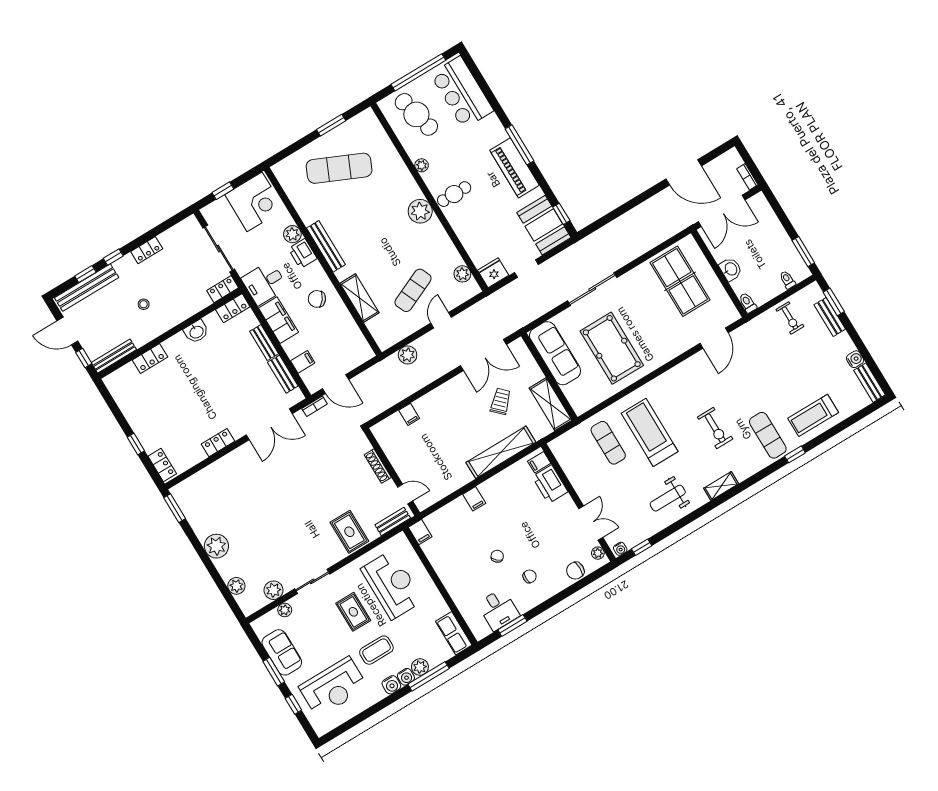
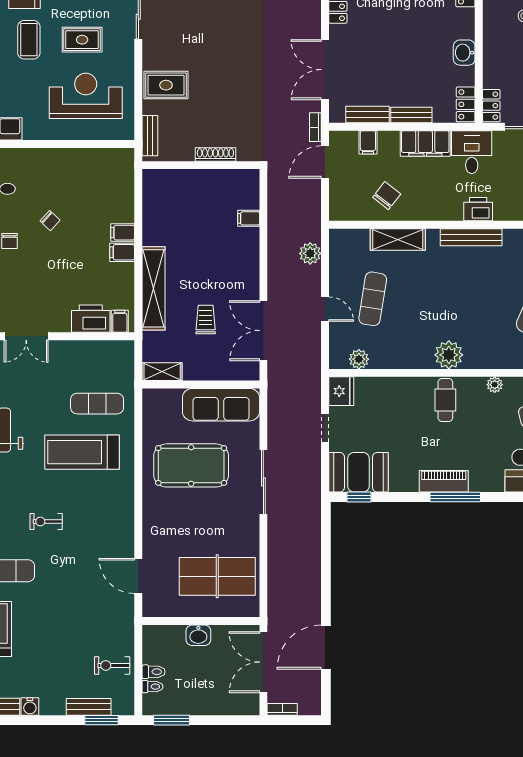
piano: (514, 168) -> (444, 481), width x0.73, depth x0.75
plant: (292, 234) -> (504, 211), removed
exercise mat: (413, 290) -> (373, 299), turned 33
chair: (317, 299) -> (387, 196), moved
toilet: (748, 303) -> (154, 672), moved
trolley: (501, 401) -> (206, 320), turned -135
shelving: (551, 404) -> (162, 372), width x0.67, depth x0.75
exercise bike: (715, 428) -> (46, 521), width x0.73, depth x0.72
treadmill: (650, 432) -> (82, 452), turned 180
door: (405, 494) -> (170, 165), removed
filing cabinet: (420, 532) -> (122, 252), moved
reception desk: (392, 585) -> (86, 96), turned 180

